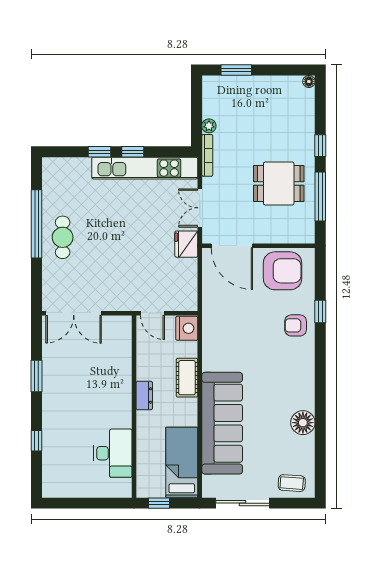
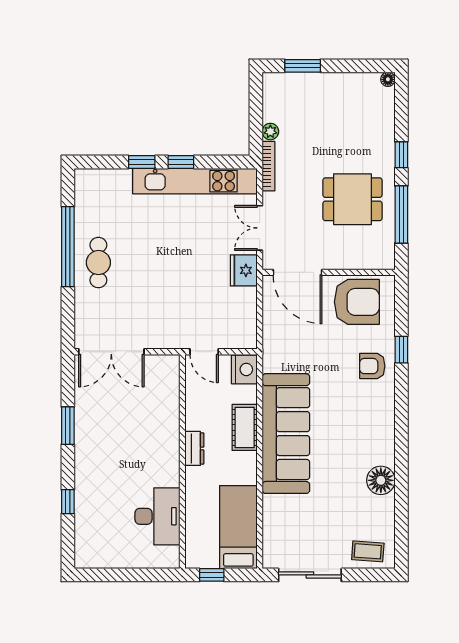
sofa: (222, 423) -> (286, 434), moved

